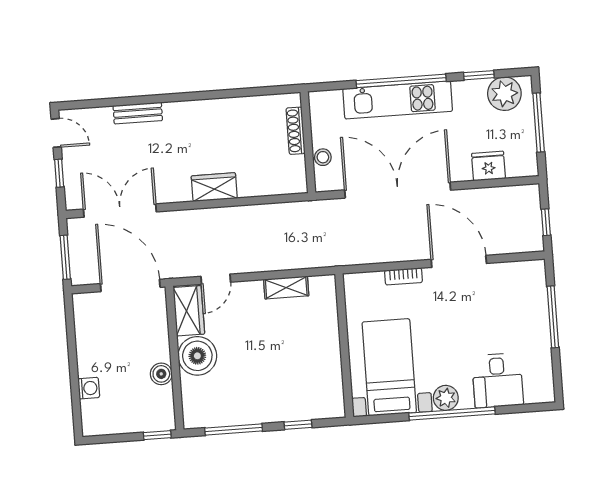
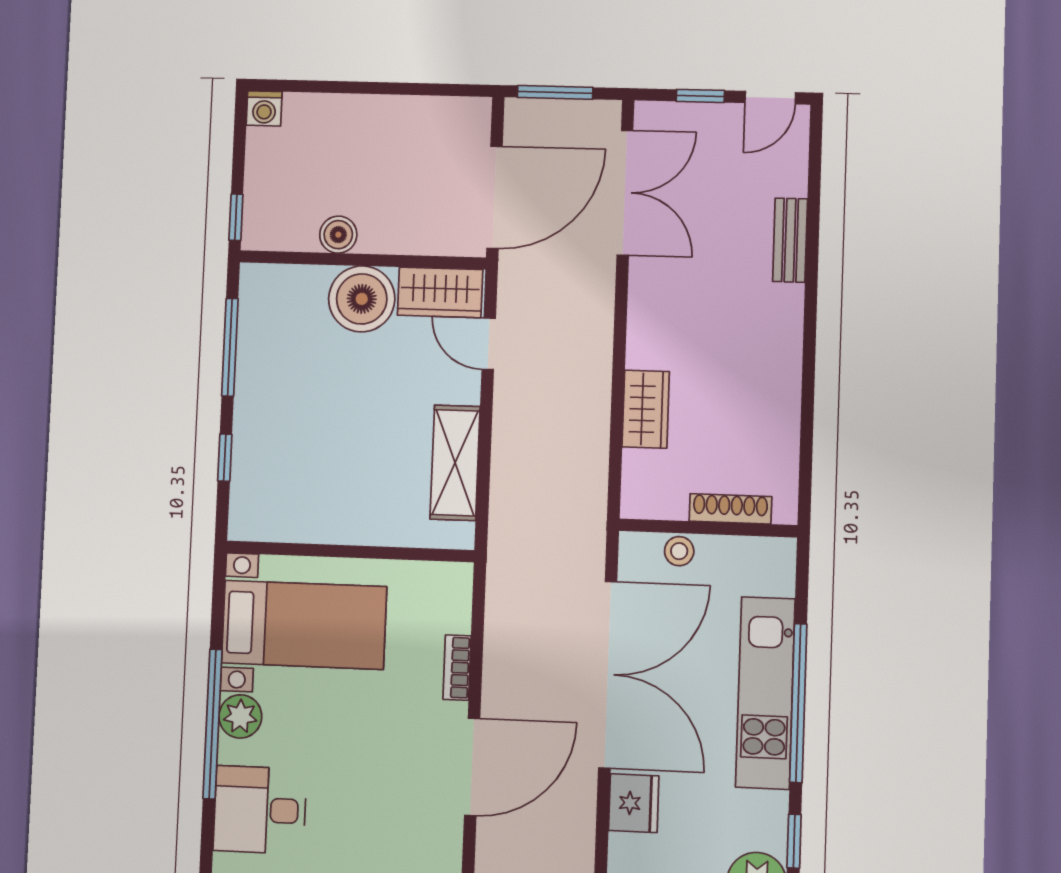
fridge: (488, 166) -> (634, 803), moved
wardrobe: (214, 187) -> (646, 409), moved
shelving: (286, 288) -> (455, 463), width x1.50, depth x1.33
washing machine: (89, 388) -> (264, 108), moved

